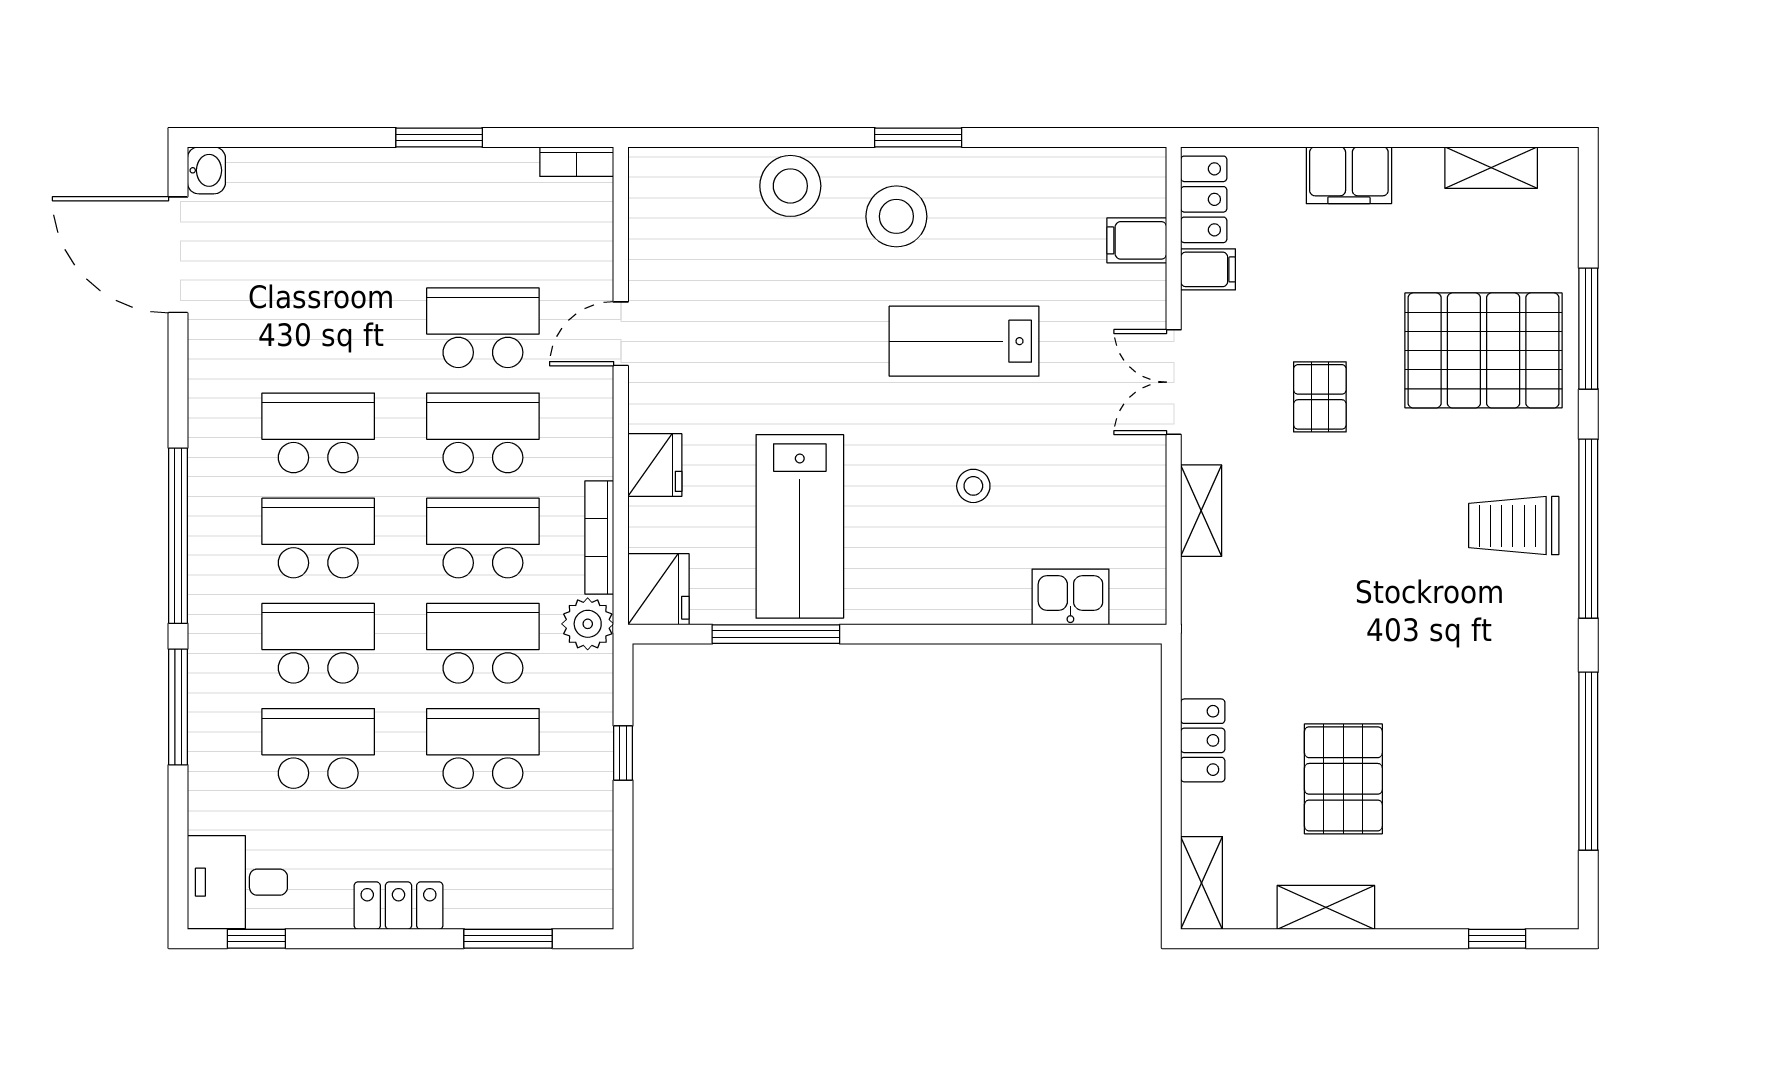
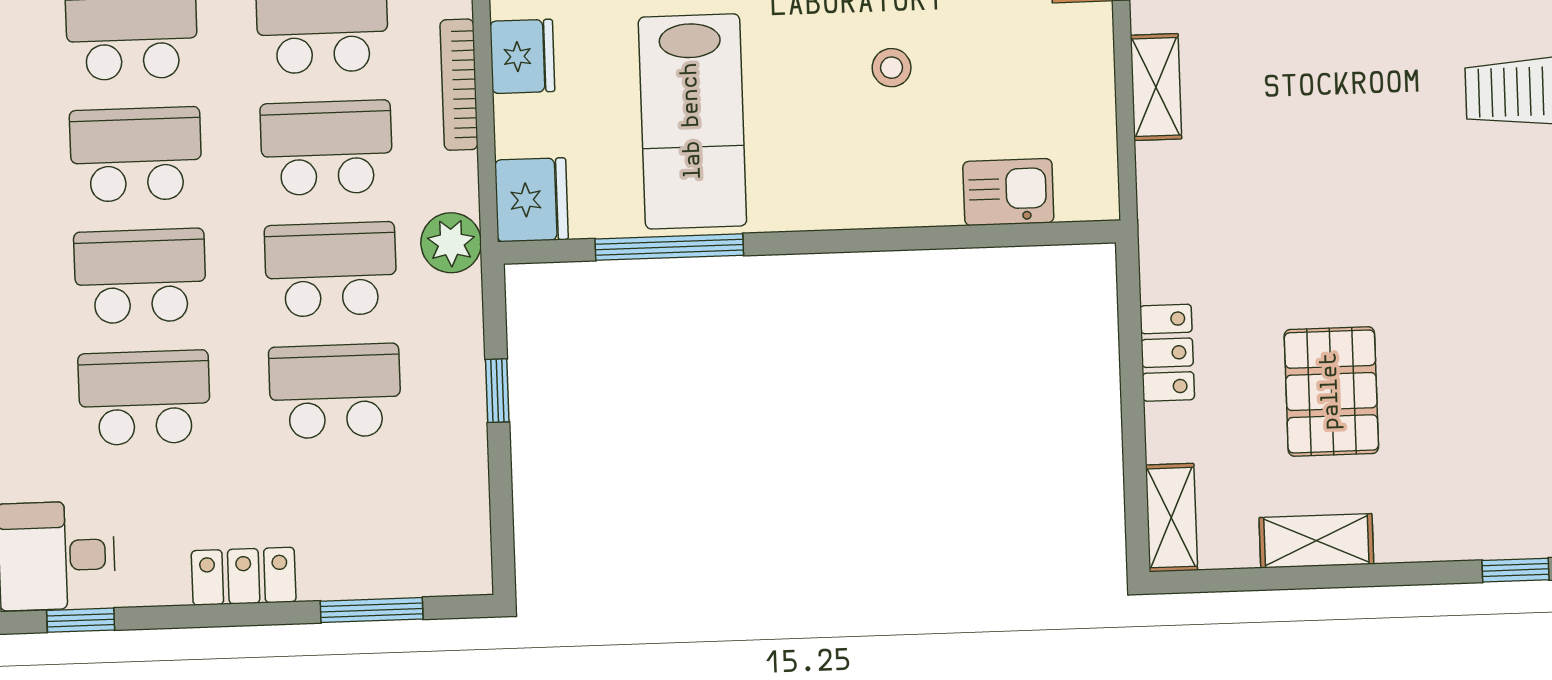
bookcase: (599, 538) -> (459, 85), moved

